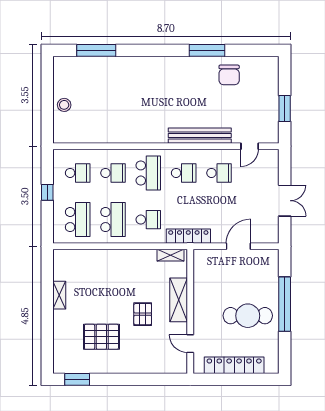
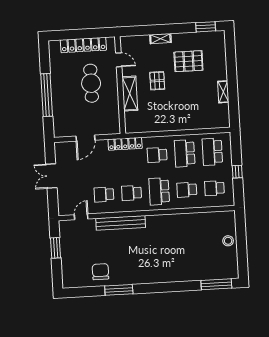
window: (96, 50) -> (216, 284), moved
shelving: (171, 255) -> (160, 39), moved
cafe table: (248, 316) -> (91, 83), moved, turned 90

